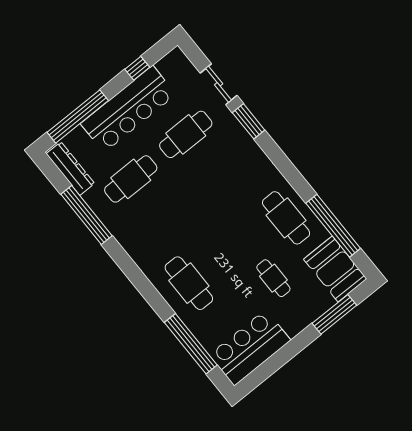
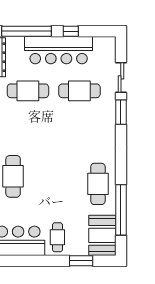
window: (137, 68) -> (71, 31), moved
cafe table: (273, 278) -> (57, 237), moved
window: (334, 314) -> (81, 261), width x0.69

